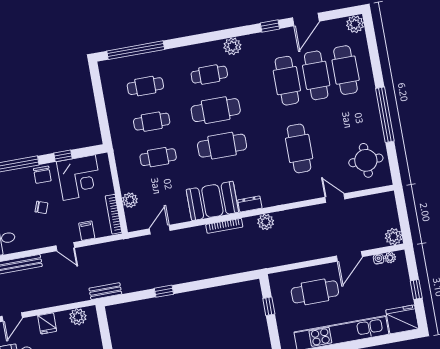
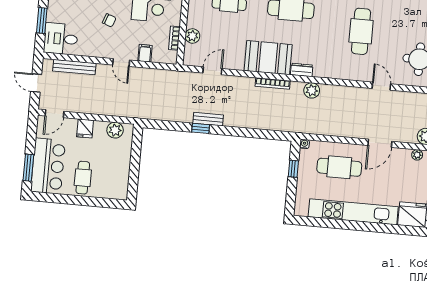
bookcase: (113, 214) -> (174, 38), width x0.64
water cooler: (379, 259) -> (304, 144), moved
bench: (105, 291) -> (208, 119), moved

